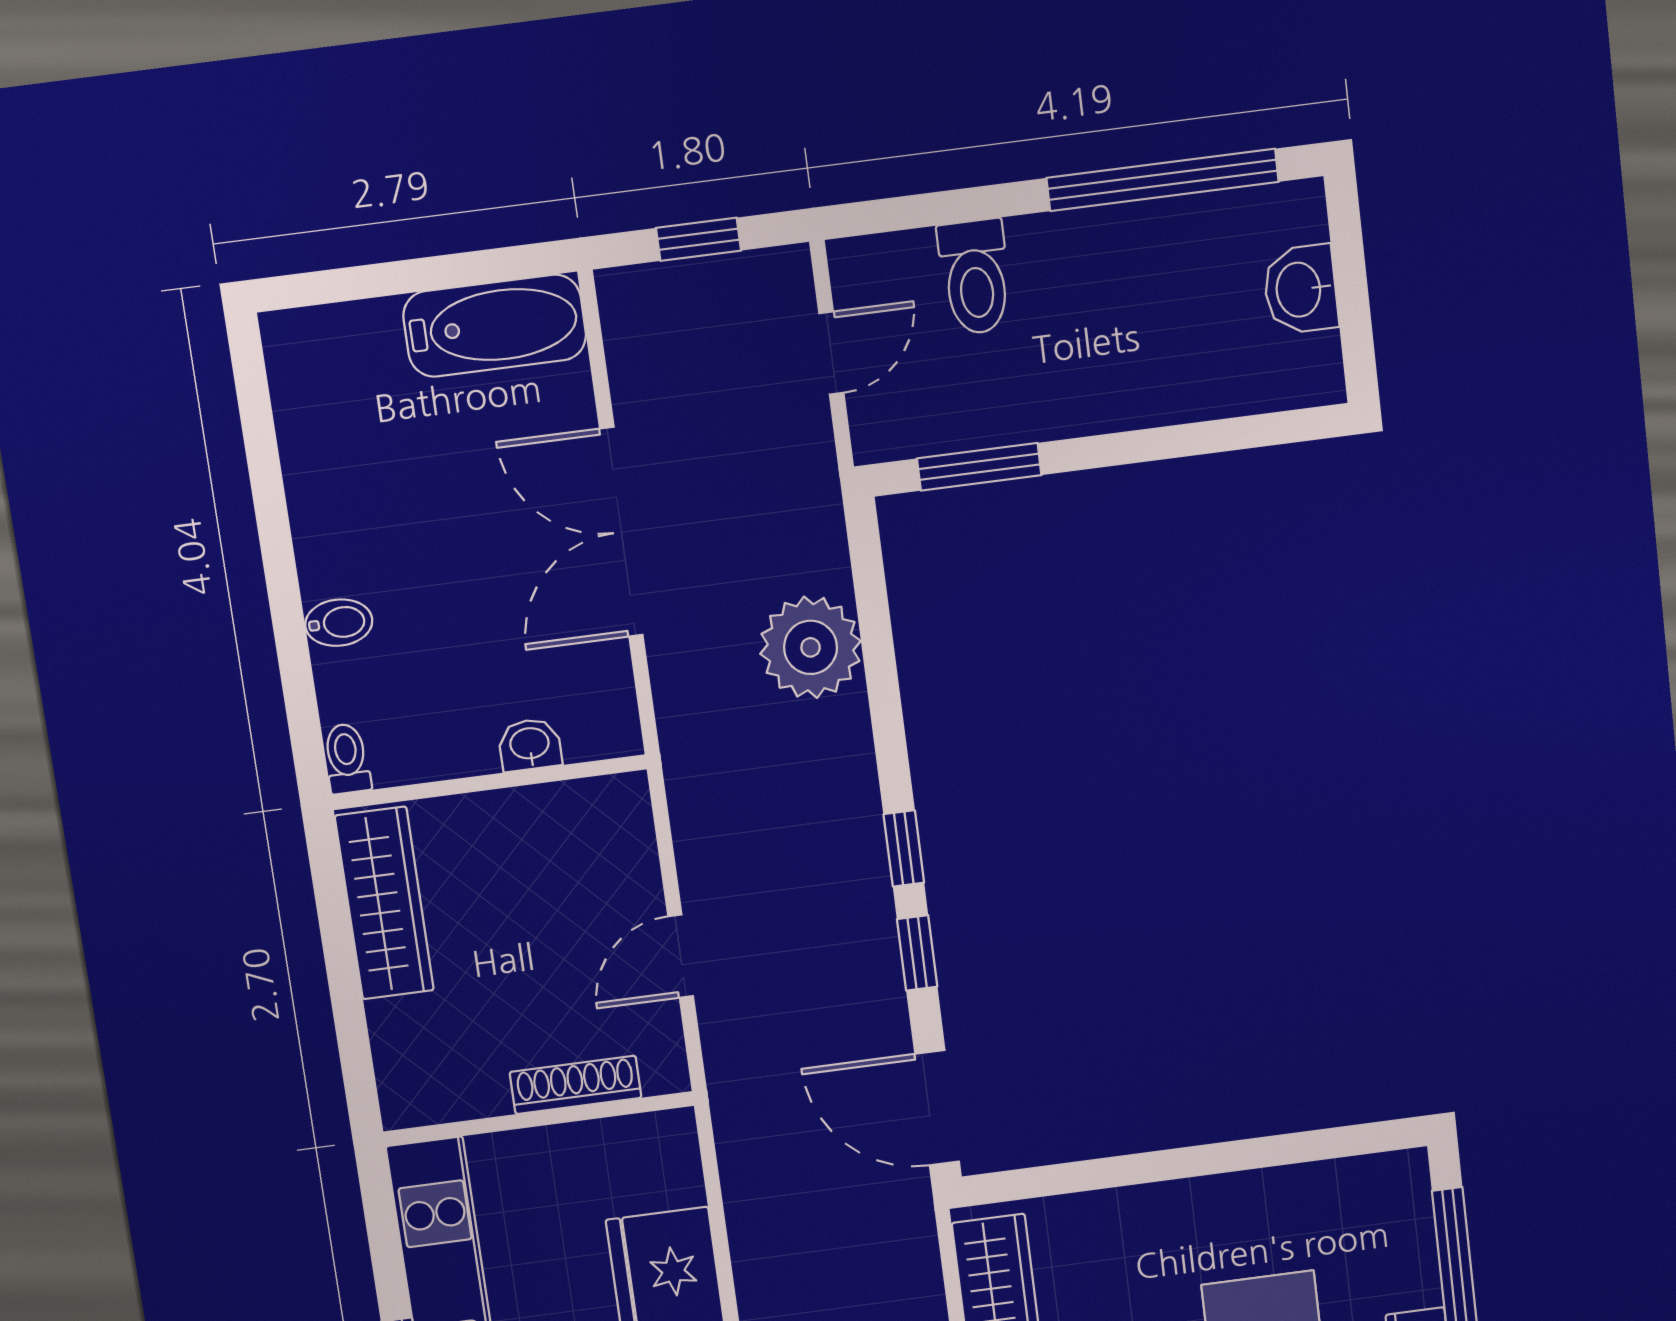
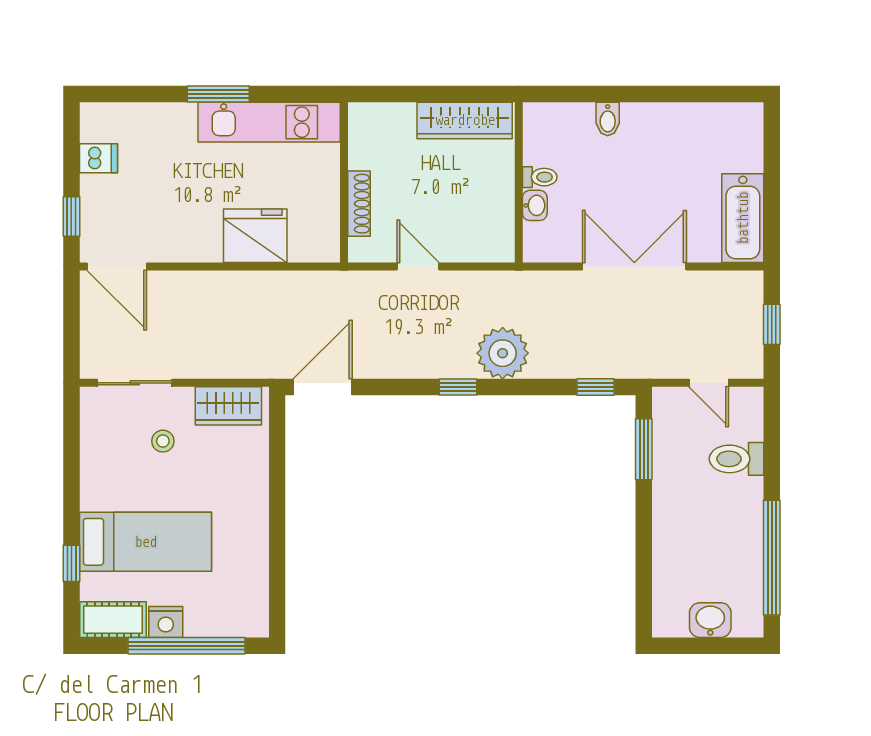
plant: (811, 647) -> (503, 353), moved
toilet: (347, 759) -> (540, 177), moved
window: (917, 953) -> (595, 387), moved

